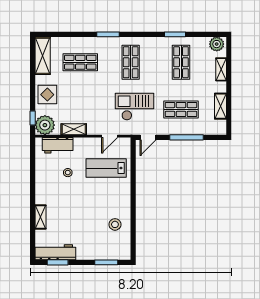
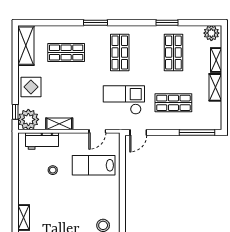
shelving: (220, 106) -> (215, 87), moved
window: (186, 137) -> (197, 133), moved

